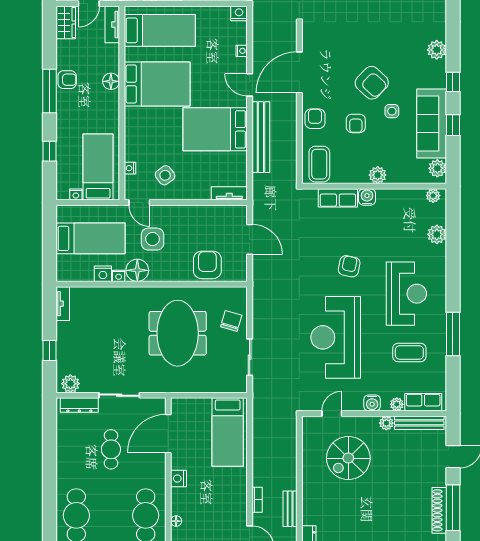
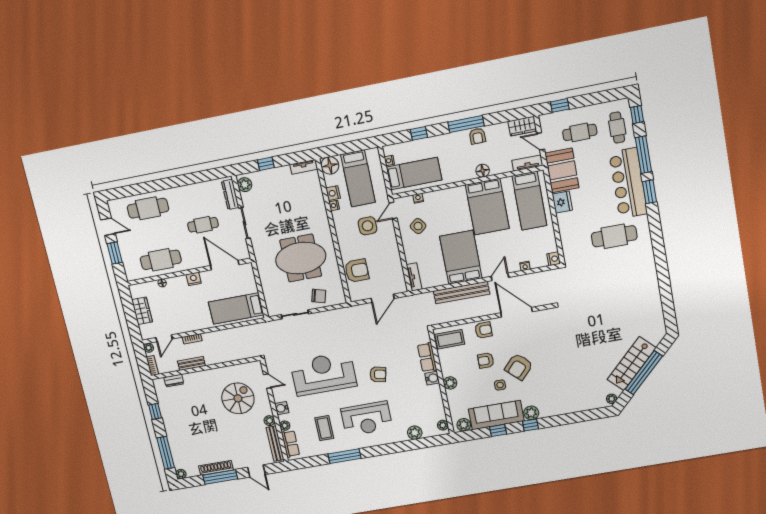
plant: (437, 50) -> (531, 413), moved
floor lamp: (137, 270) -> (330, 165), moved
spiral stairs: (348, 458) -> (238, 398), turned 90

